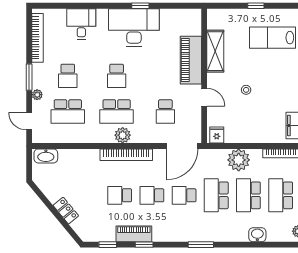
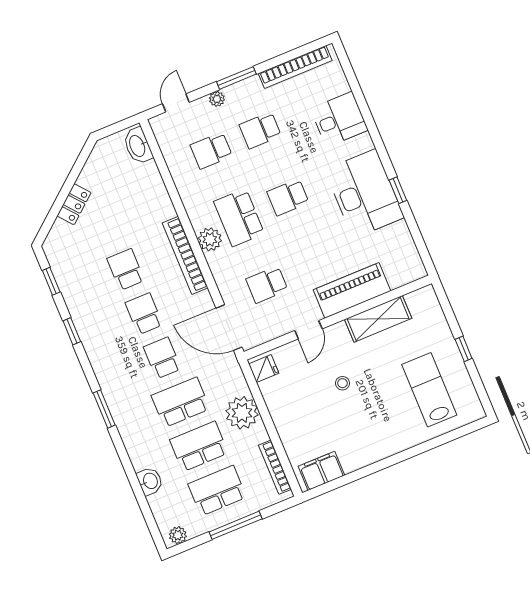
school desk: (68, 111) -> (211, 151), width x0.54
piano: (134, 234) -> (81, 311), removed

